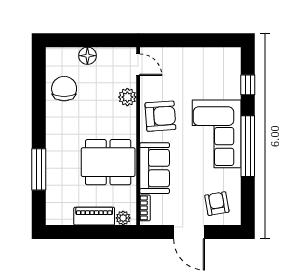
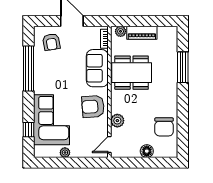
plant: (198, 54) -> (65, 153), added
door: (138, 65) -> (109, 144), hinge flipped
corner sofa: (217, 134) -> (52, 120), moved
window: (248, 146) -> (29, 69), moved

